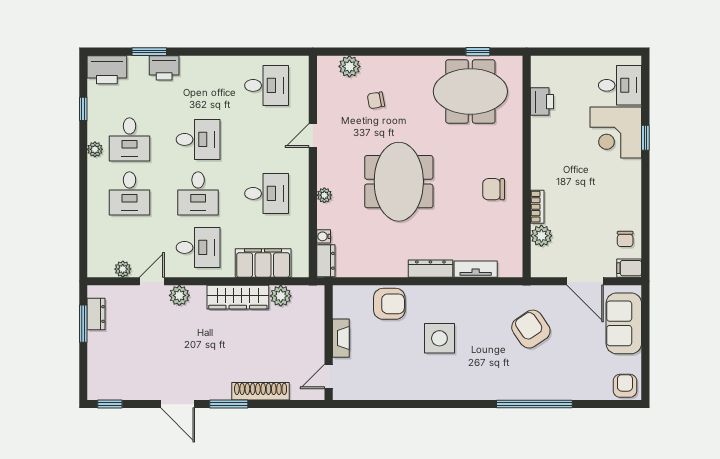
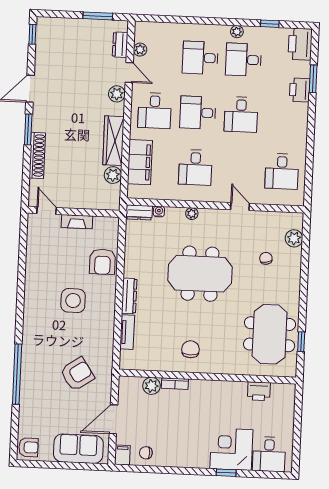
dresser: (96, 314) -> (120, 45), moved, turned 90

